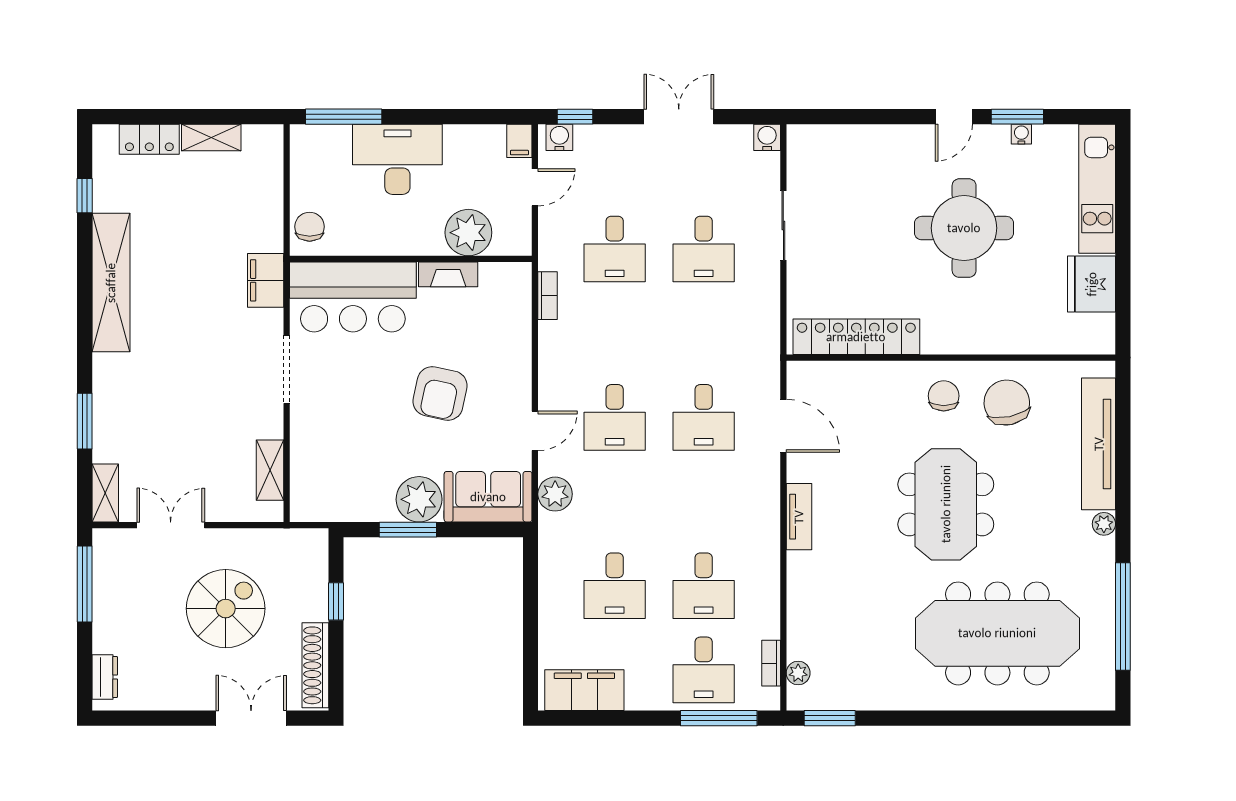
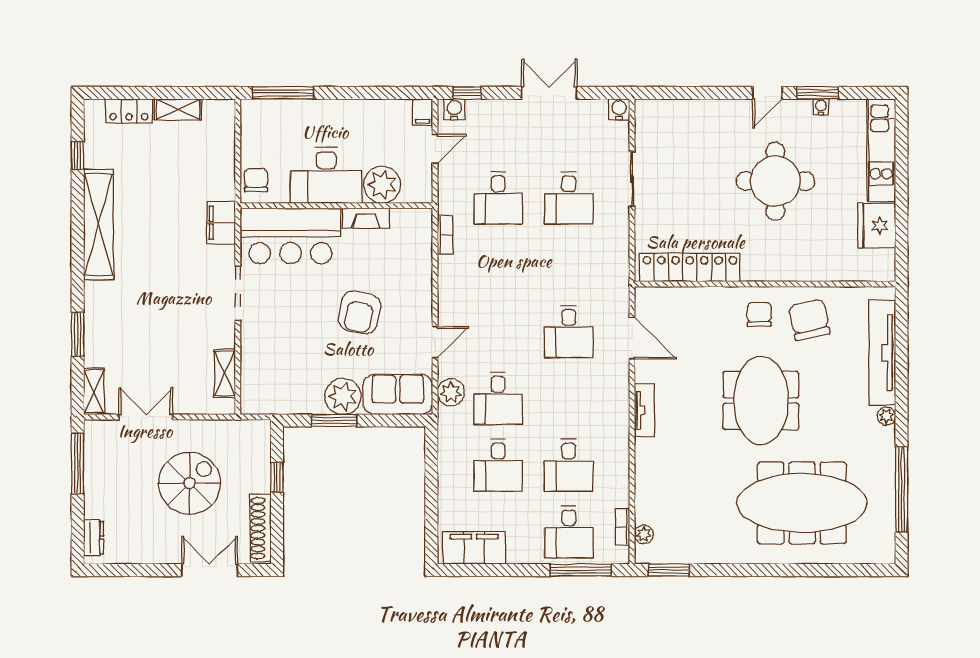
desk: (397, 159) -> (326, 175), moved, turned 180
desk: (615, 417) -> (498, 398), moved

